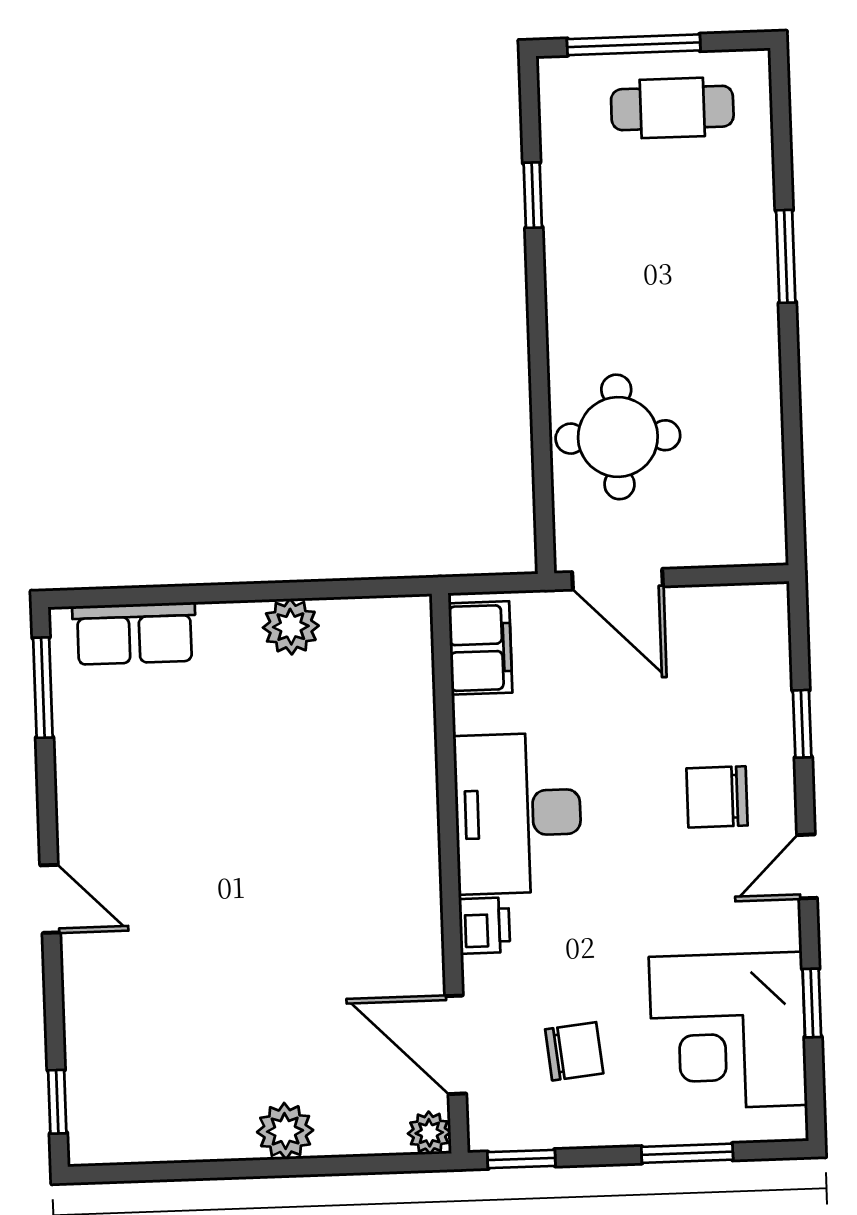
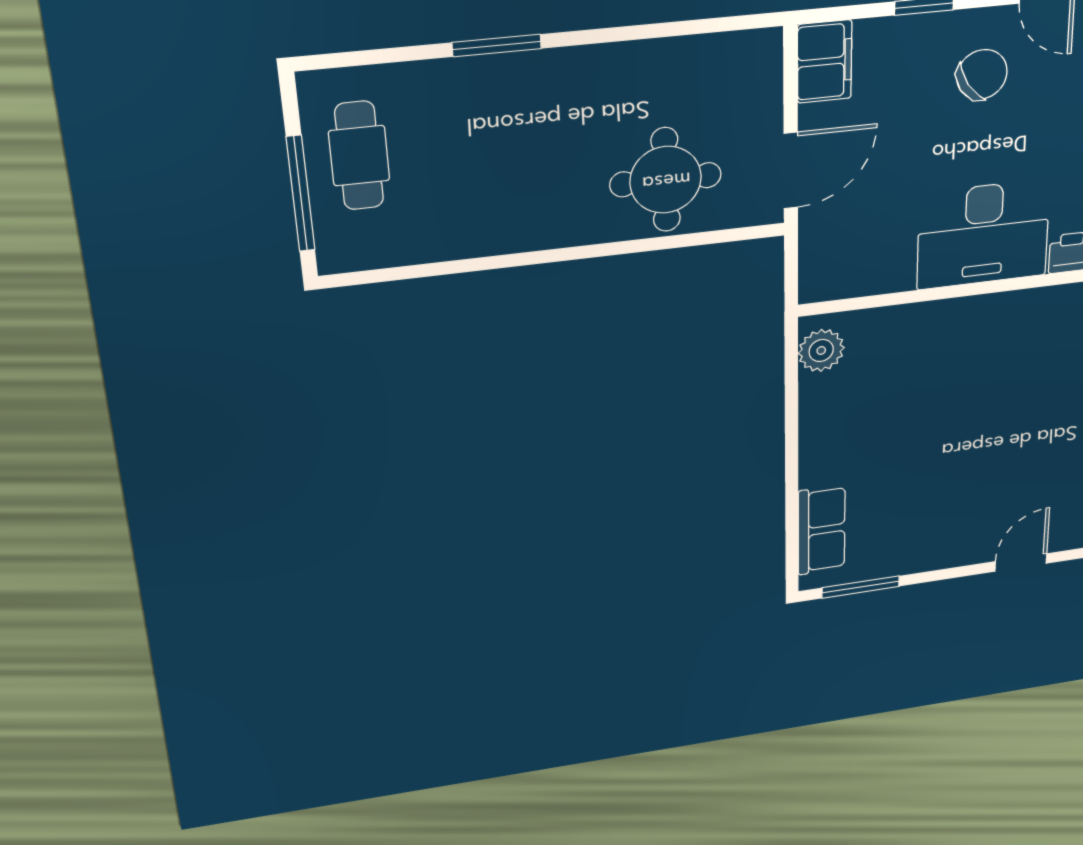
window: (533, 195) -> (448, 268), removed
plant: (291, 627) -> (821, 350), moved
filing cabinet: (480, 648) -> (825, 62), moved, turned 90
chair: (717, 797) -> (982, 75), turned -123

